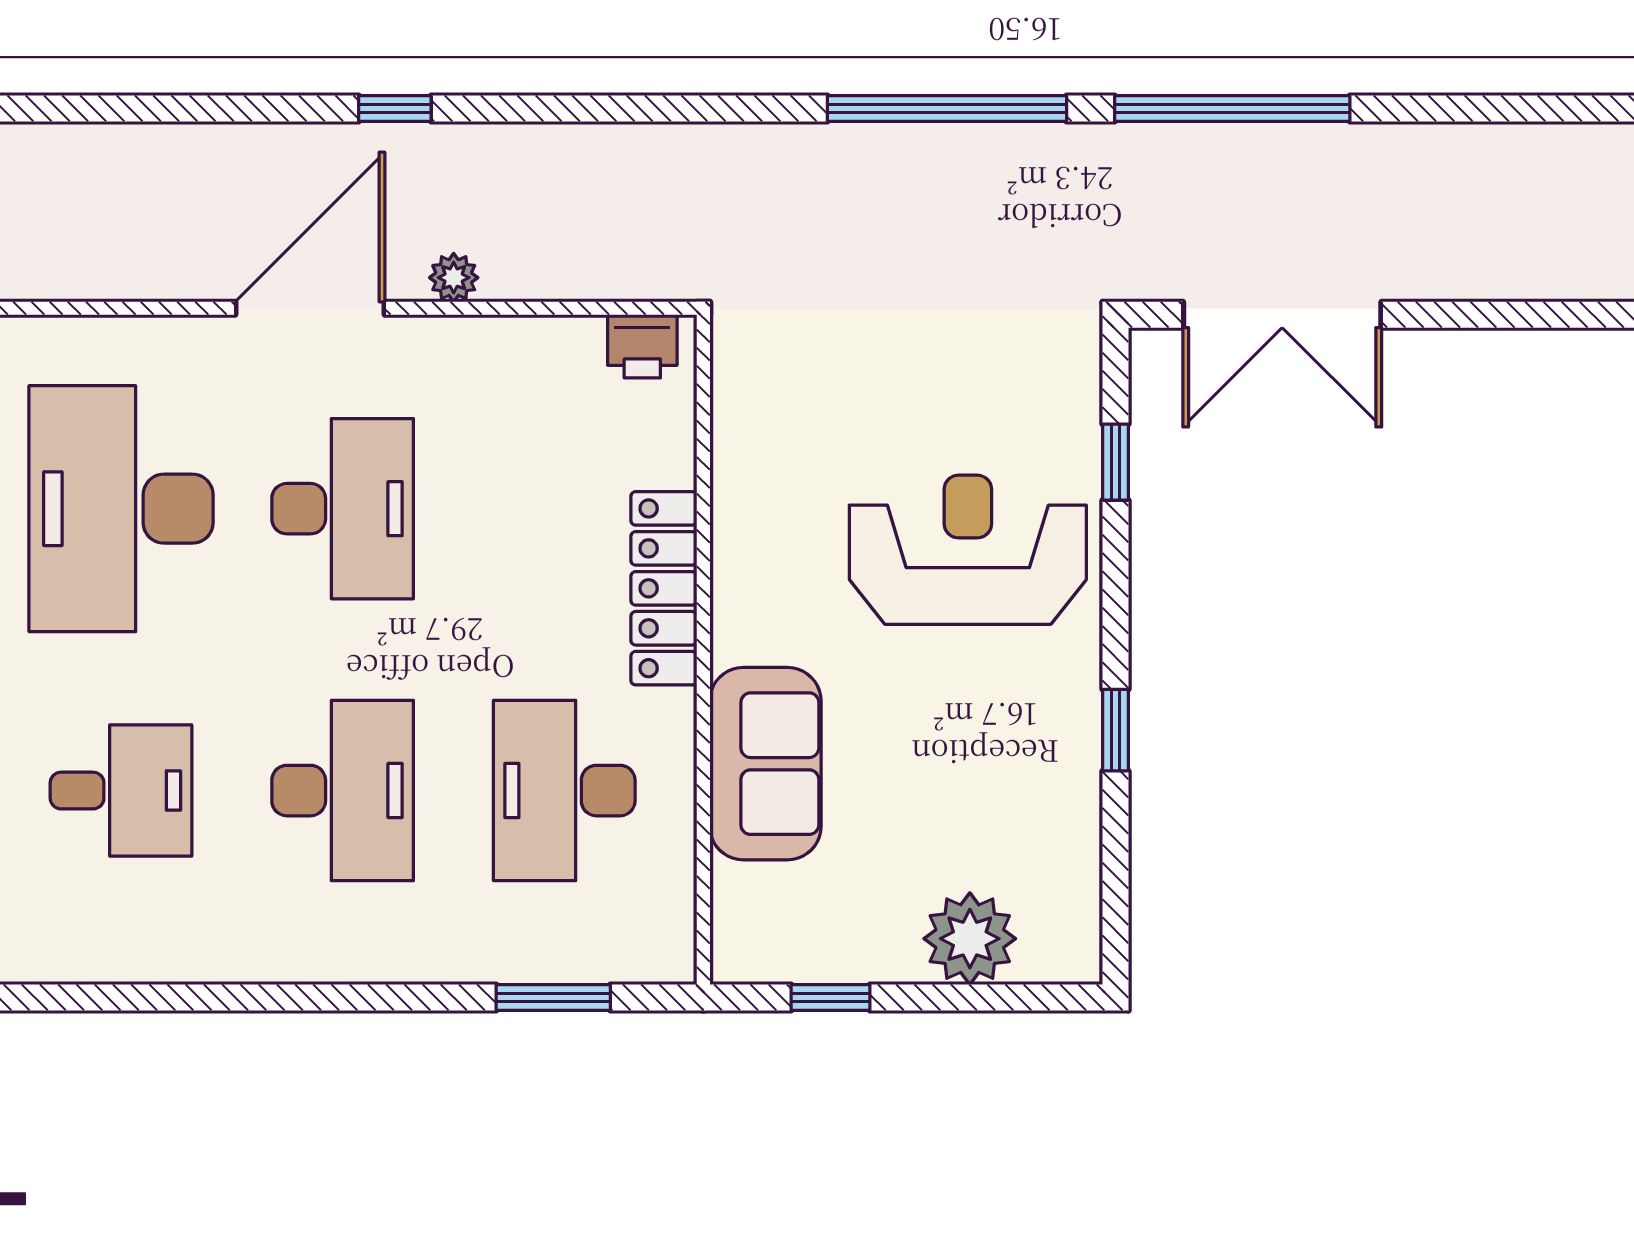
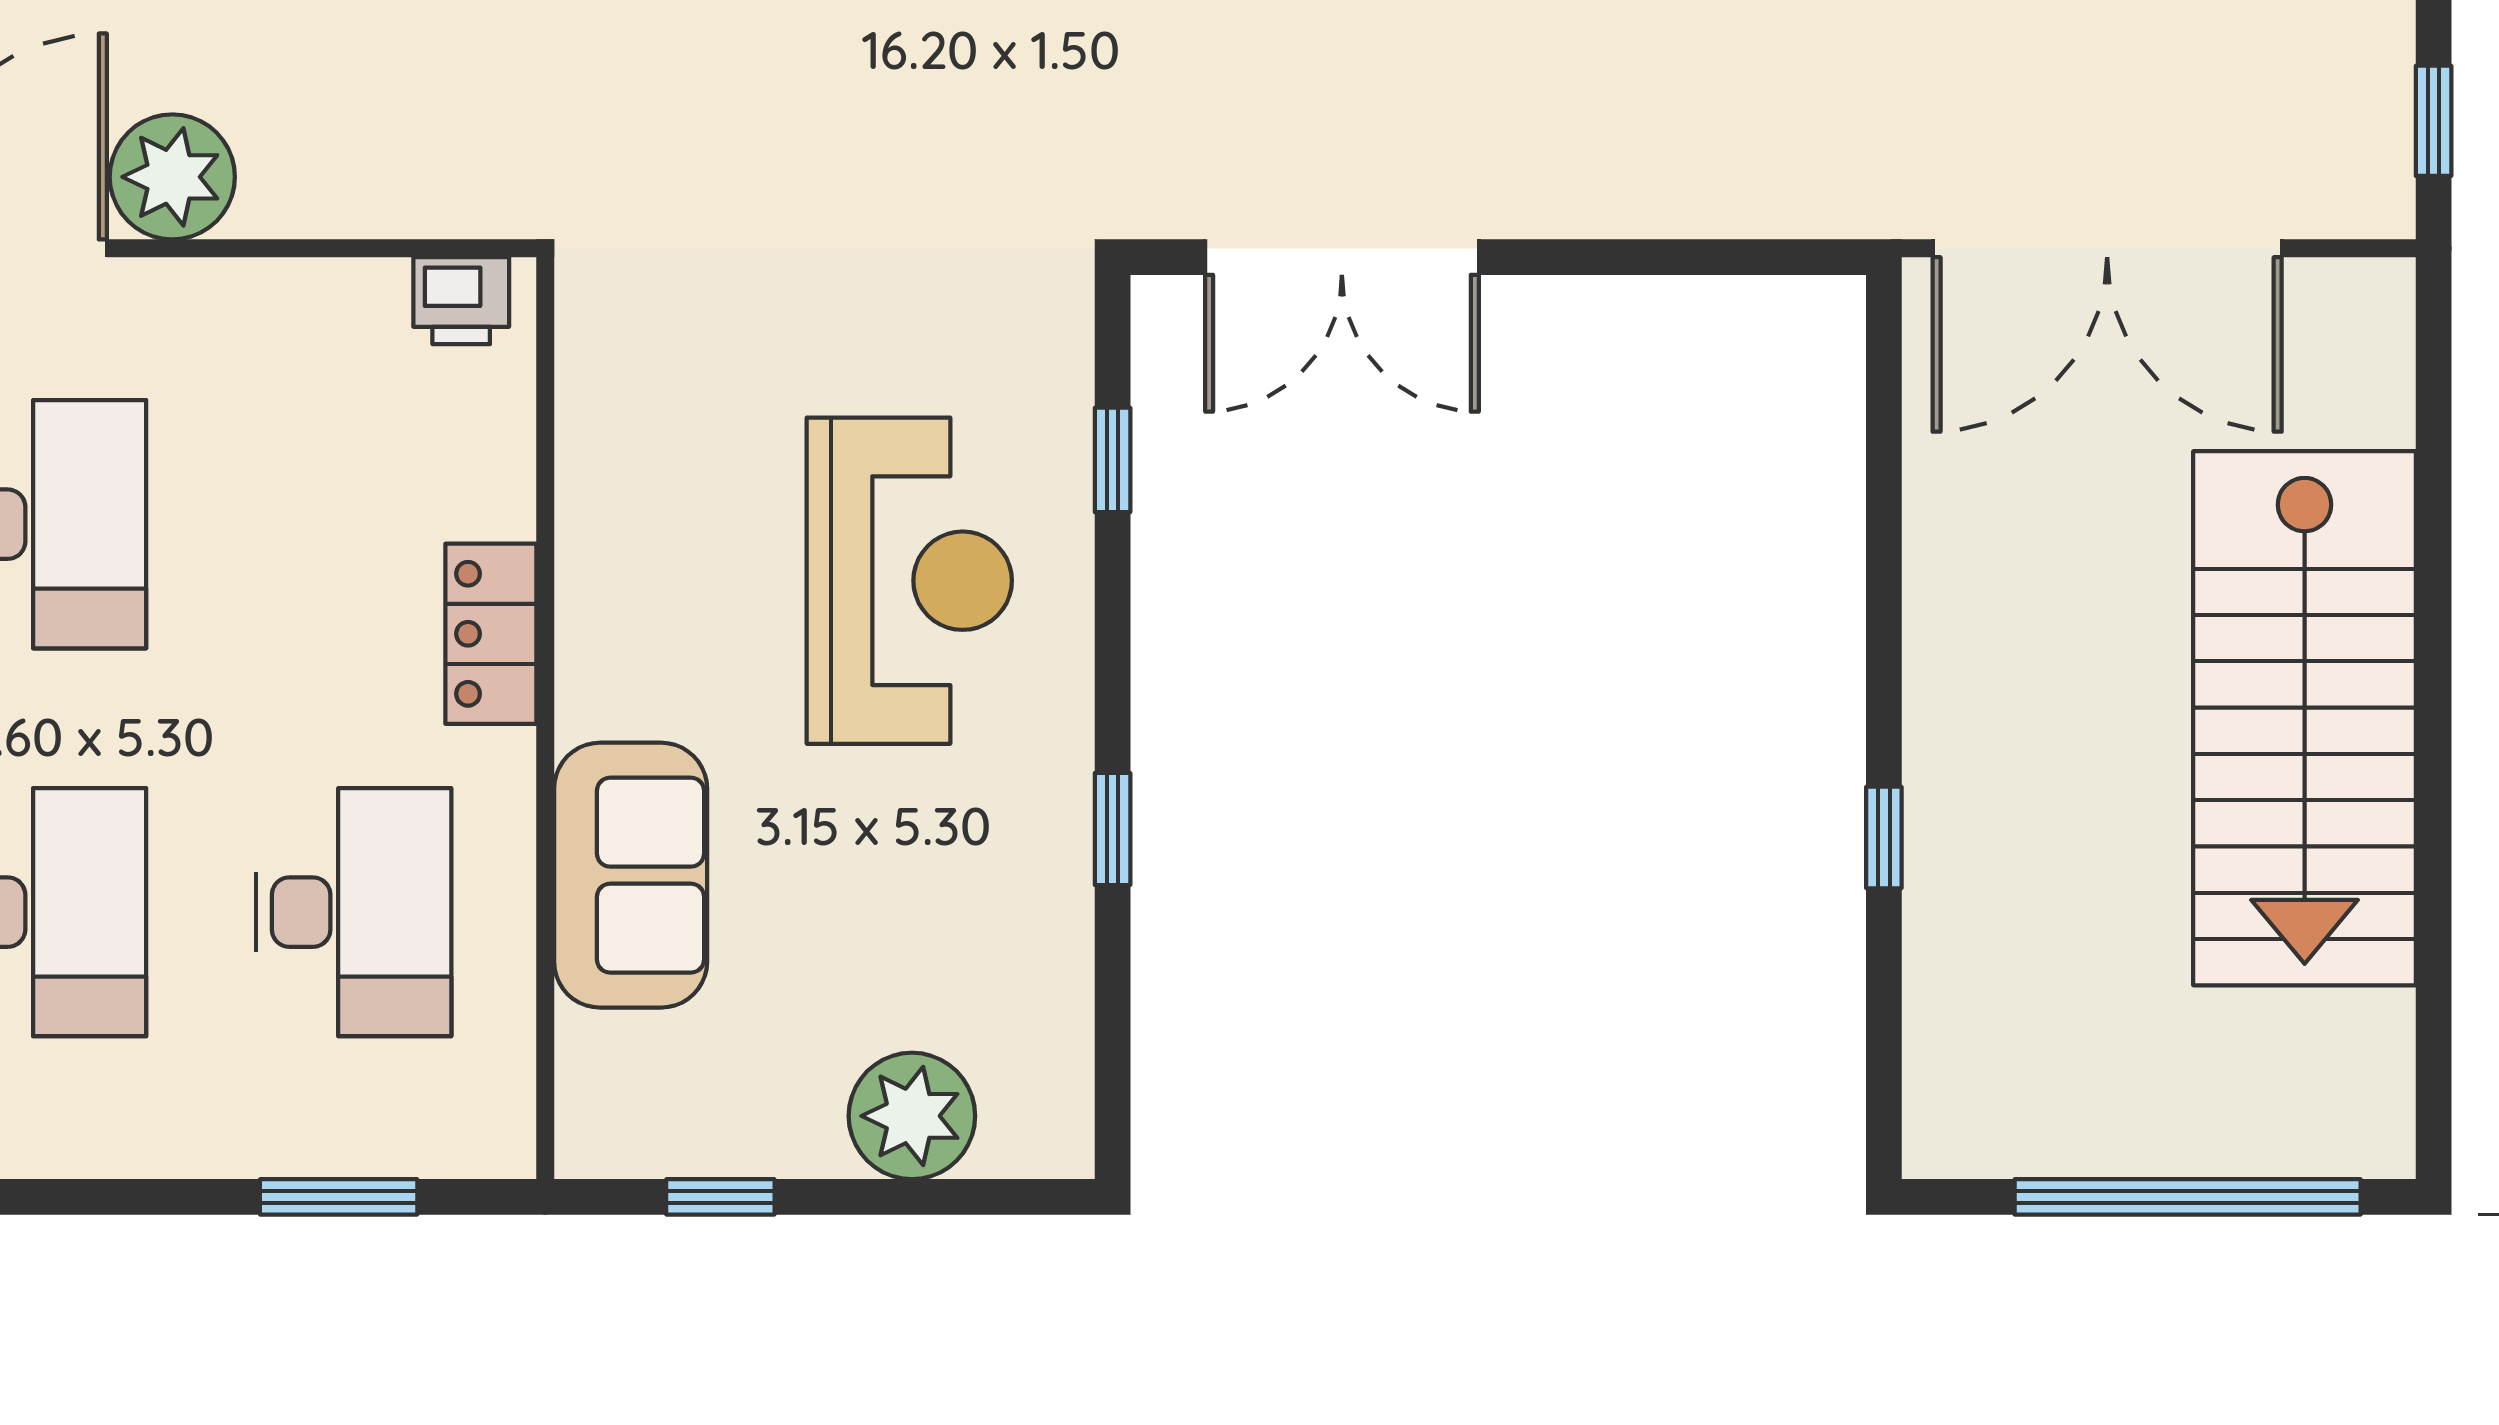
plant: (454, 278) -> (172, 177), width x1.88, depth x1.88
reception desk: (968, 550) -> (909, 581), turned 90
locker: (664, 588) -> (491, 634), width x0.66
desk: (564, 791) -> (354, 912), turned 180

